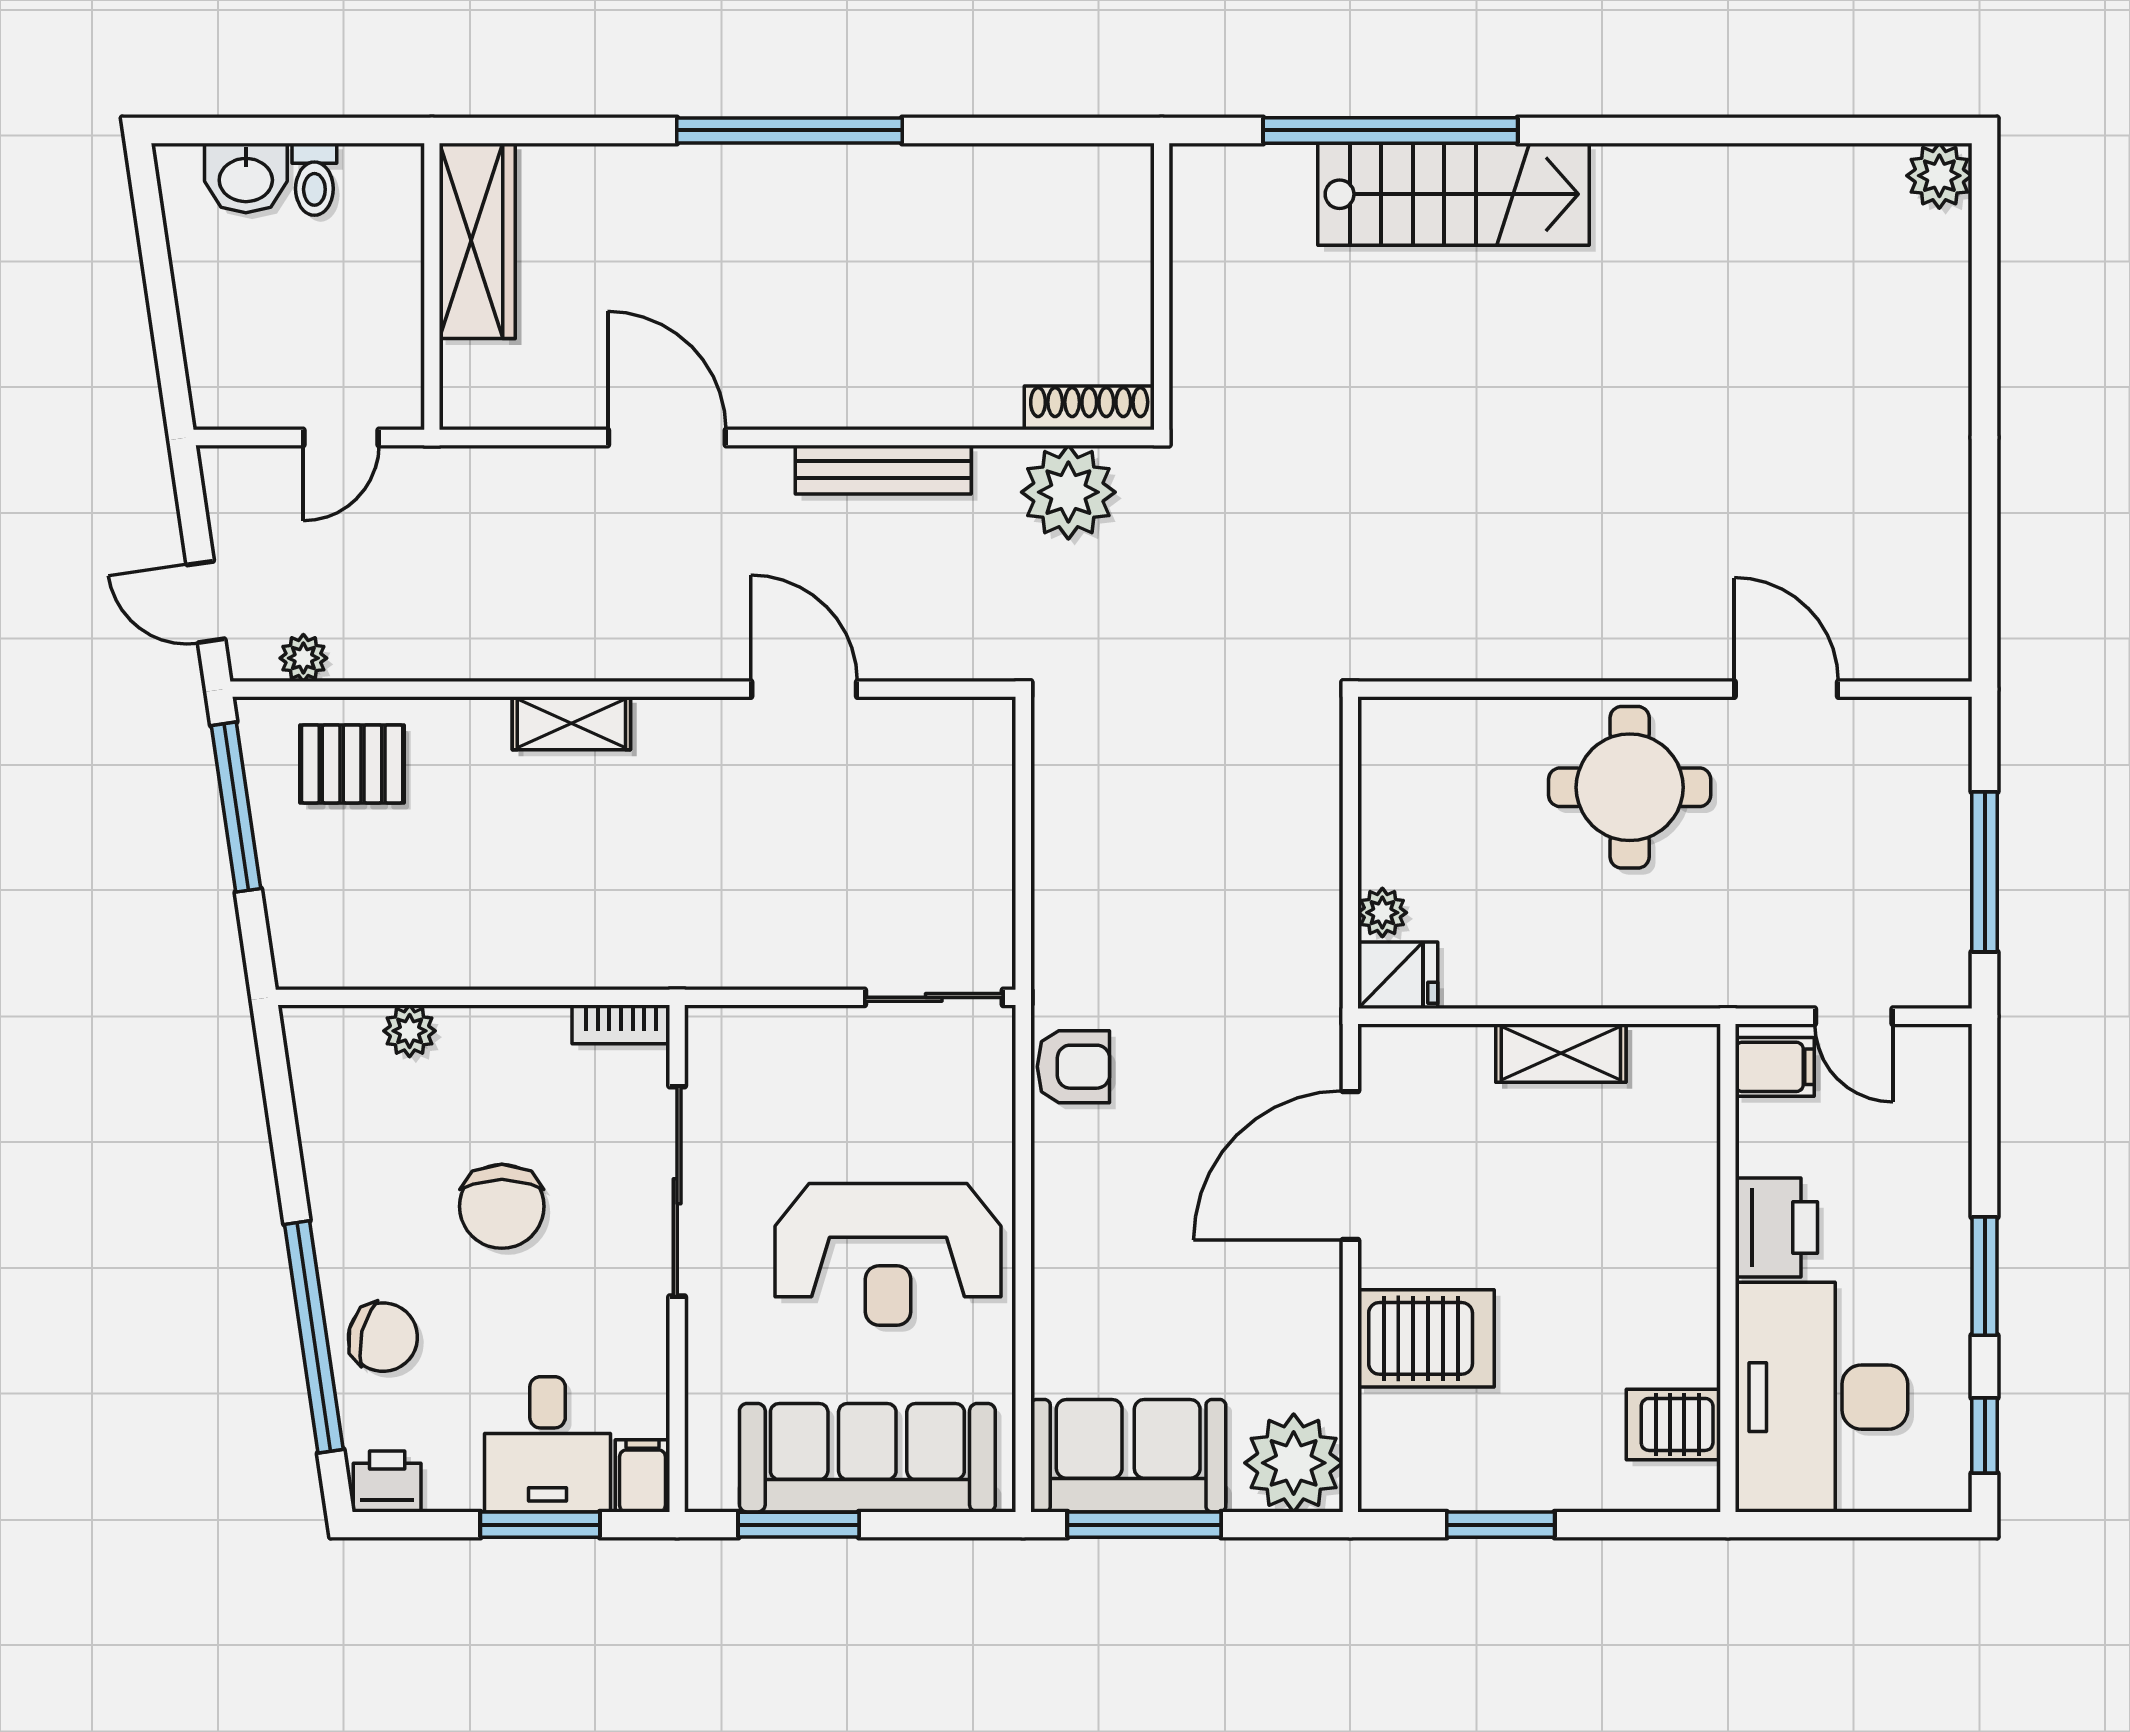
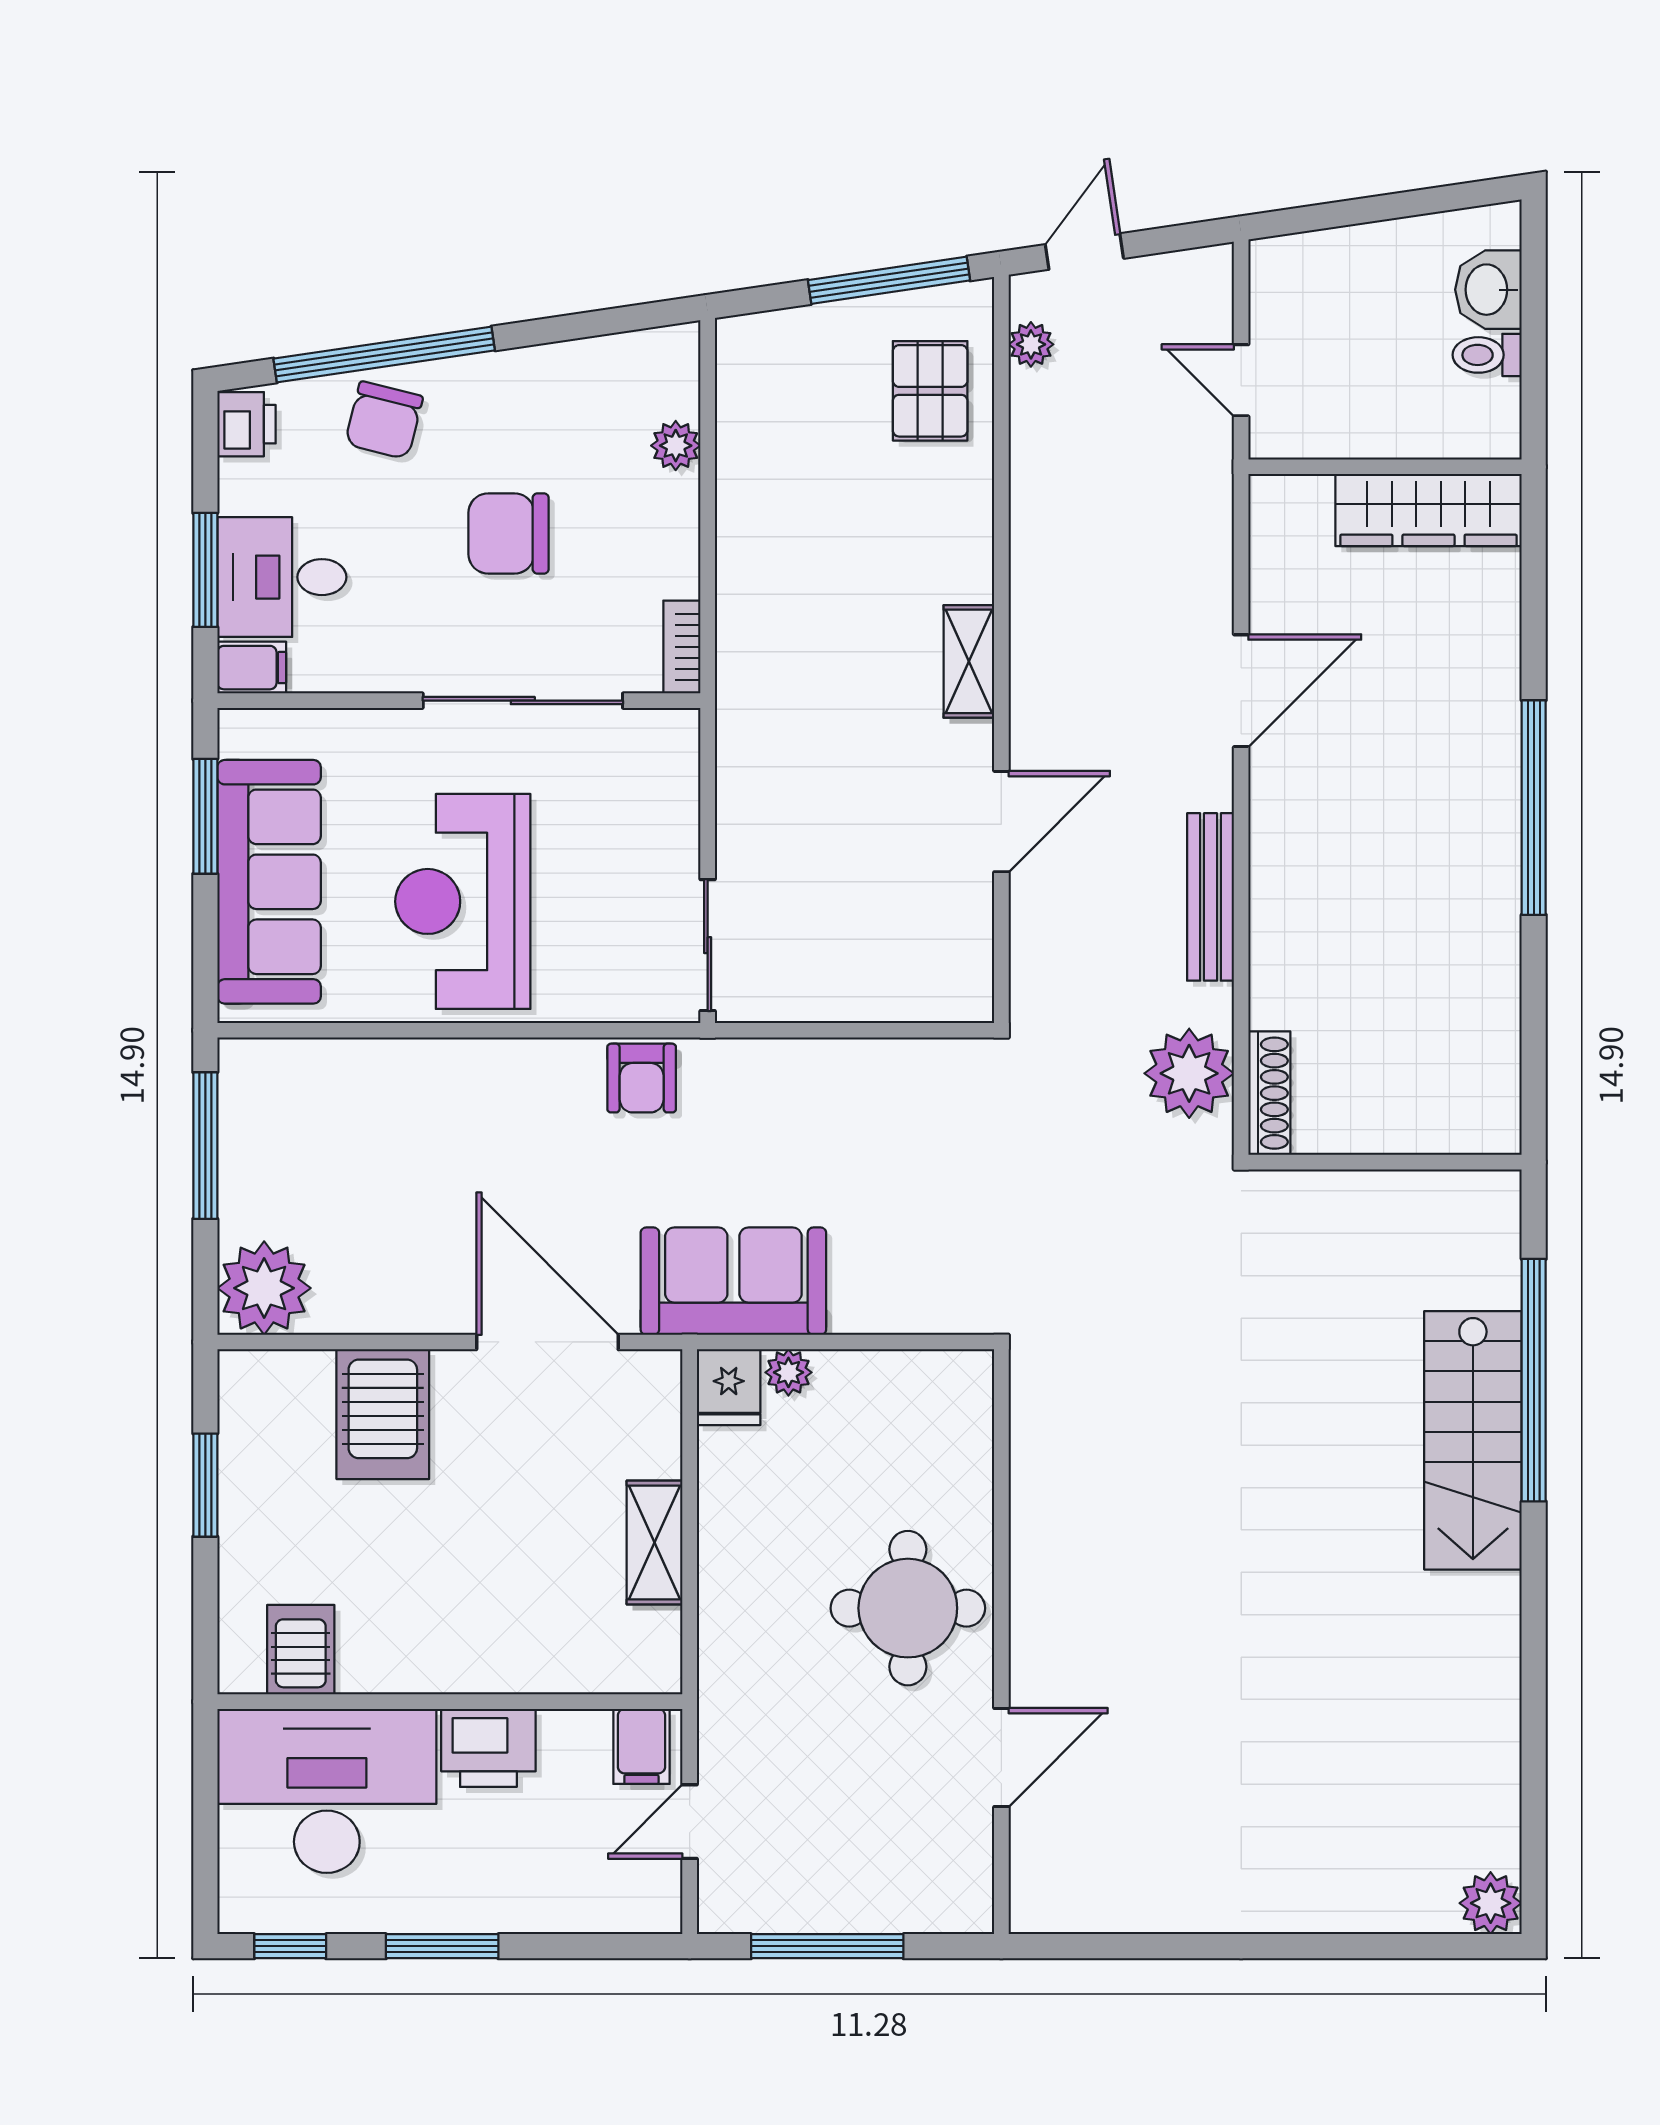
shelving: (571, 723) -> (969, 661), moved
sofa: (1128, 1456) -> (733, 1281), moved, turned -90

